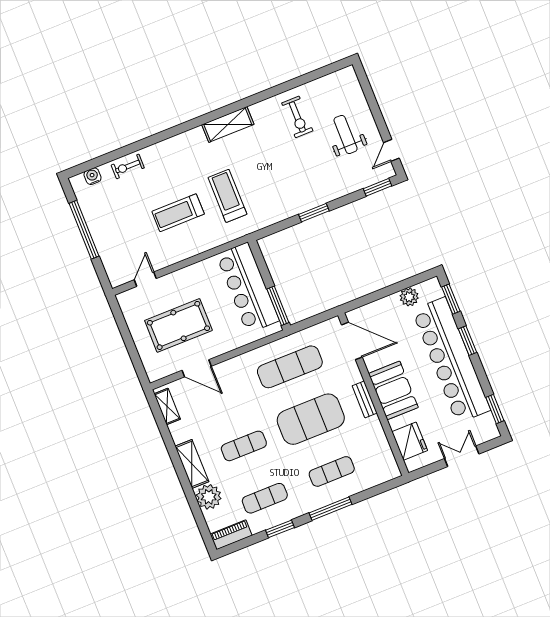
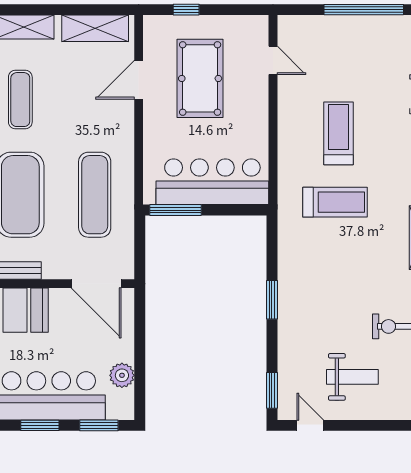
door: (352, 341) -> (96, 284), hinge flipped
window: (134, 355) -> (186, 10), added
shelving: (167, 406) -> (95, 28), width x1.50, depth x1.33

